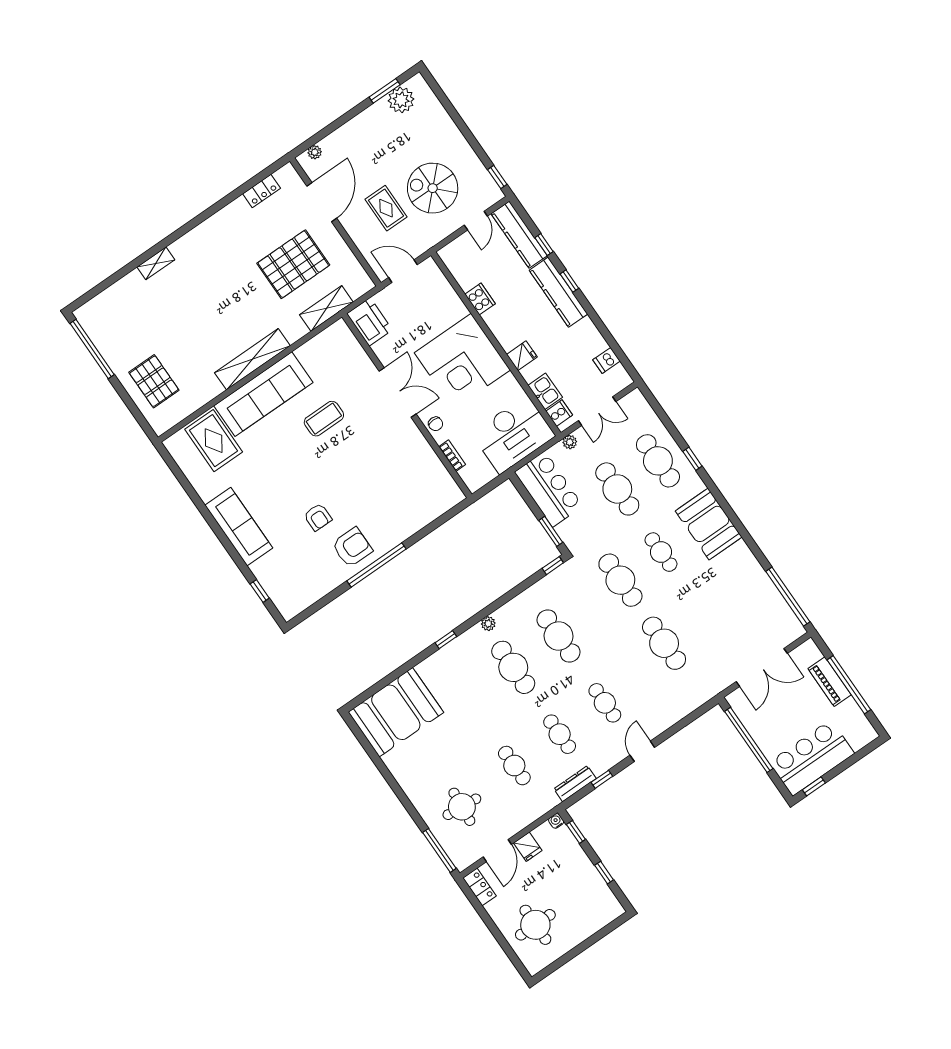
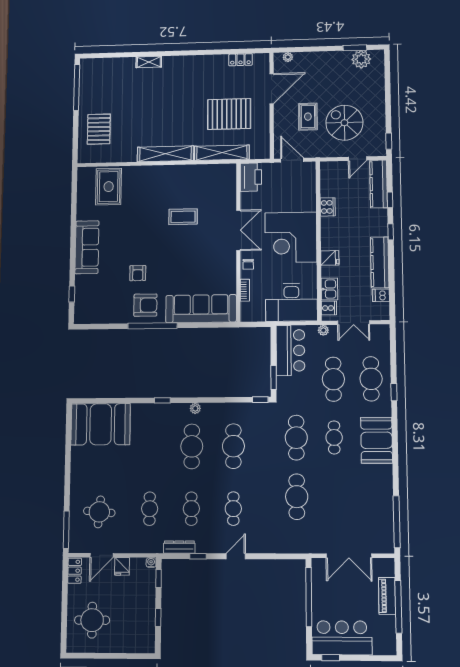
kitchen counter: (558, 292) -> (380, 262), moved
shelving: (326, 308) -> (222, 153), width x1.47
sofa: (263, 394) -> (201, 309), moved, turned 180

